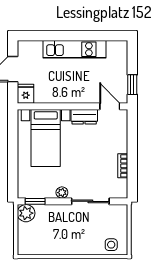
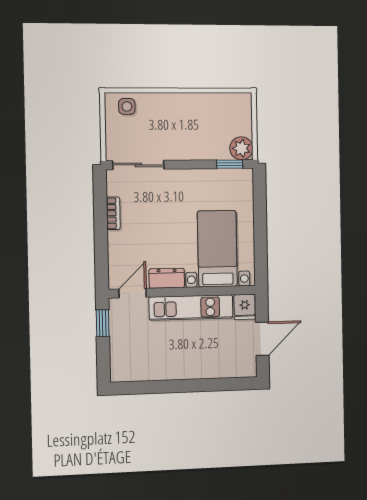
kitchen unit: (74, 49) -> (191, 307), moved, turned 180
door: (110, 106) -> (133, 293), swing flipped
plant: (62, 193) -> (194, 176), removed
sliding door: (90, 201) -> (138, 165), moved

